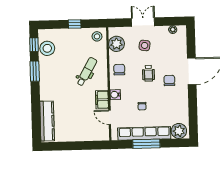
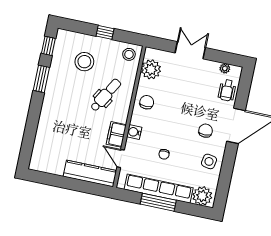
side table: (145, 45) -> (209, 161), moved
stool: (47, 48) -> (84, 62), moved
wheelchair: (148, 73) -> (227, 90), moved
kitchen counter: (47, 121) -> (90, 174), moved, turned -90

